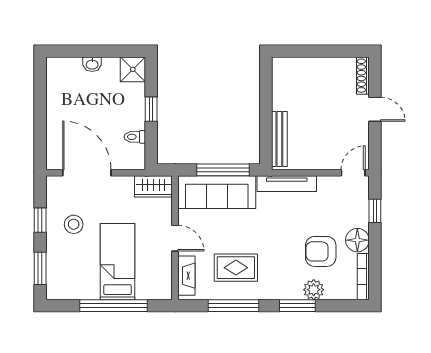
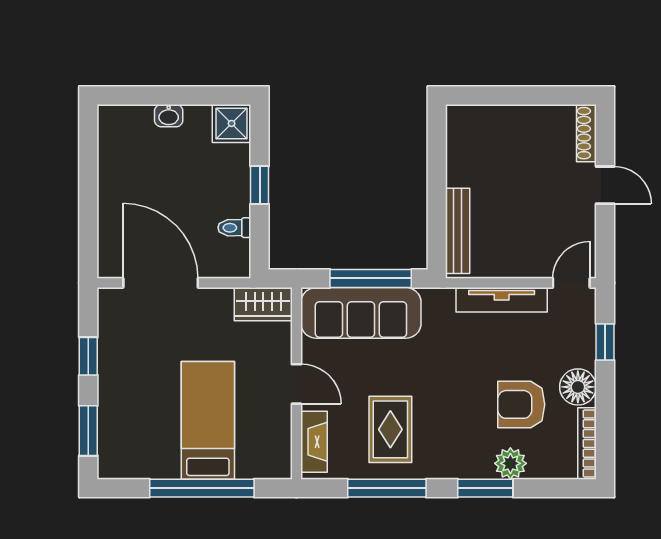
tv unit: (287, 184) -> (502, 300), moved
stool: (74, 224) -> (140, 363), removed
rug: (236, 268) -> (390, 429), turned 90

